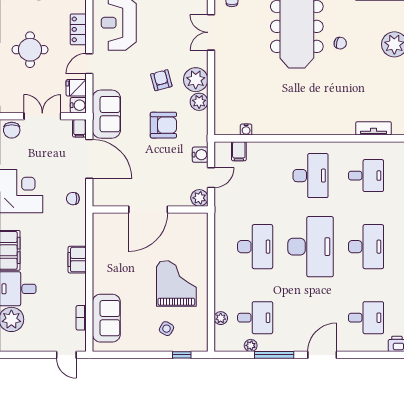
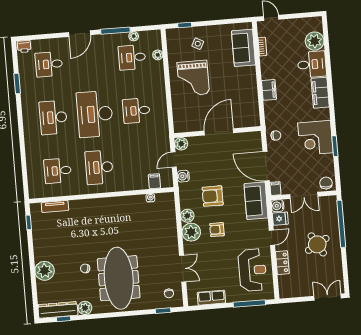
round table: (30, 50) -> (317, 244), turned -30
armchair: (161, 80) -> (217, 230), turned 105
desk: (255, 247) -> (136, 111), width x0.73

